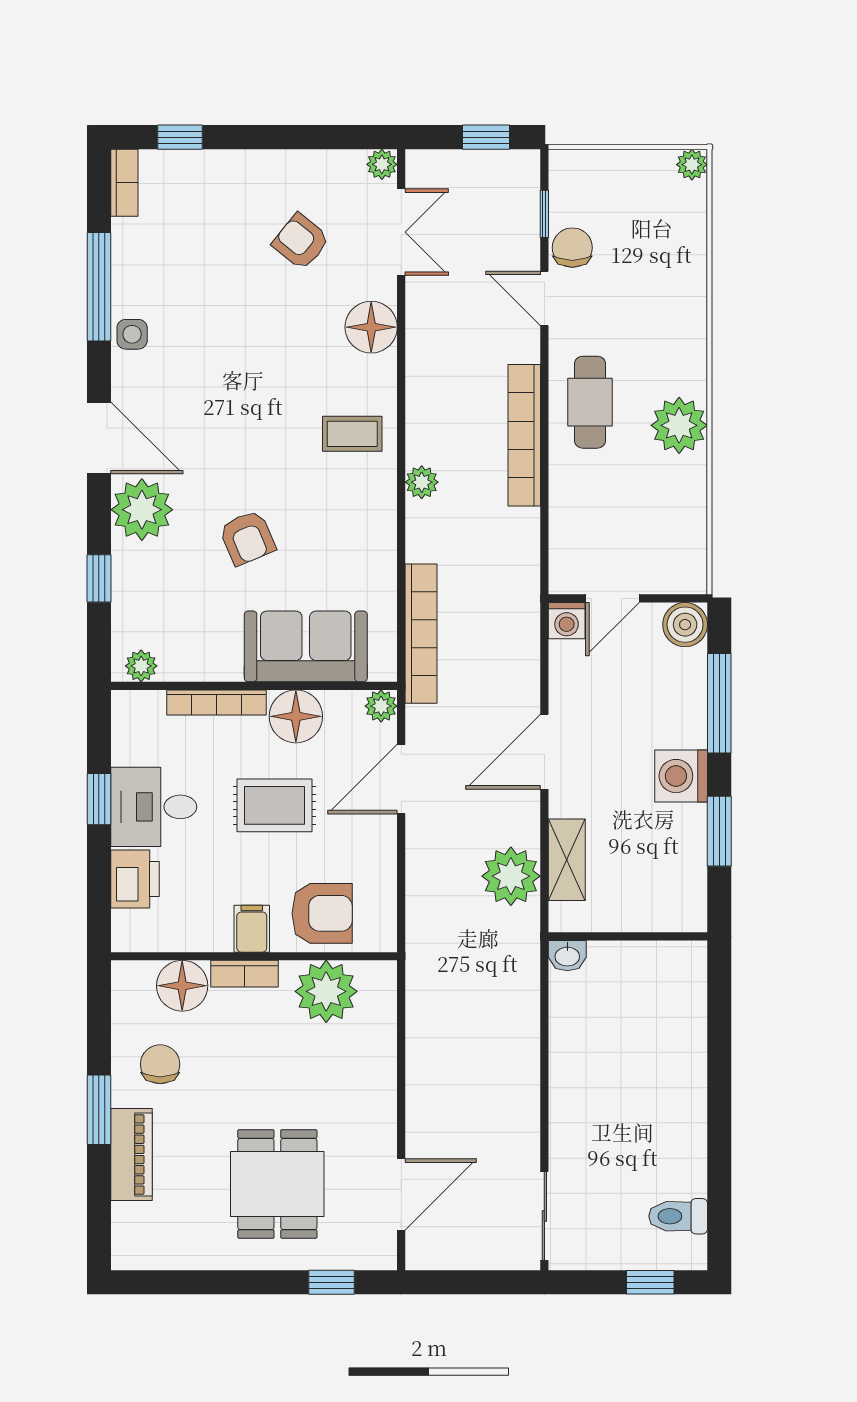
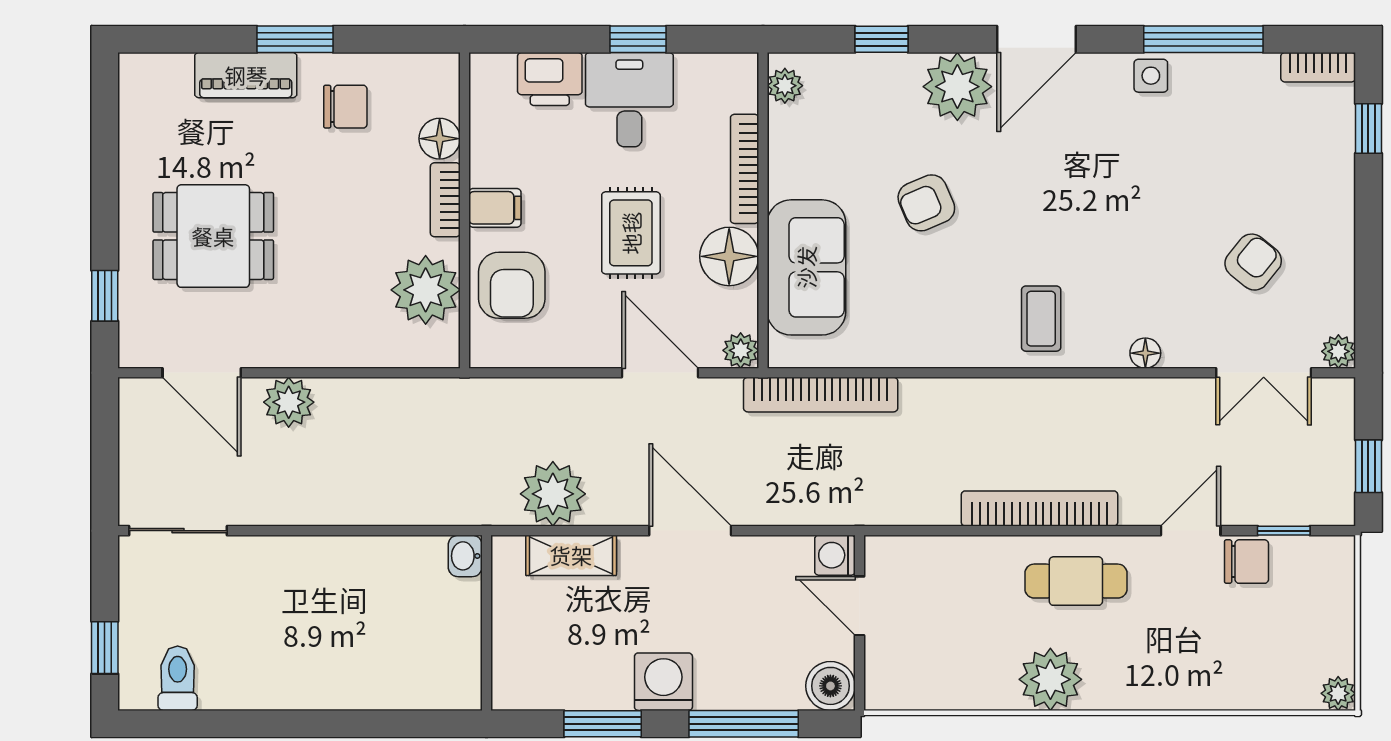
floor lamp: (371, 327) -> (1145, 353), width x0.53, depth x0.53
plant: (422, 482) -> (289, 402), moved, width x1.38, depth x1.38
floor lamp: (182, 986) -> (440, 139), width x0.73, depth x0.73

